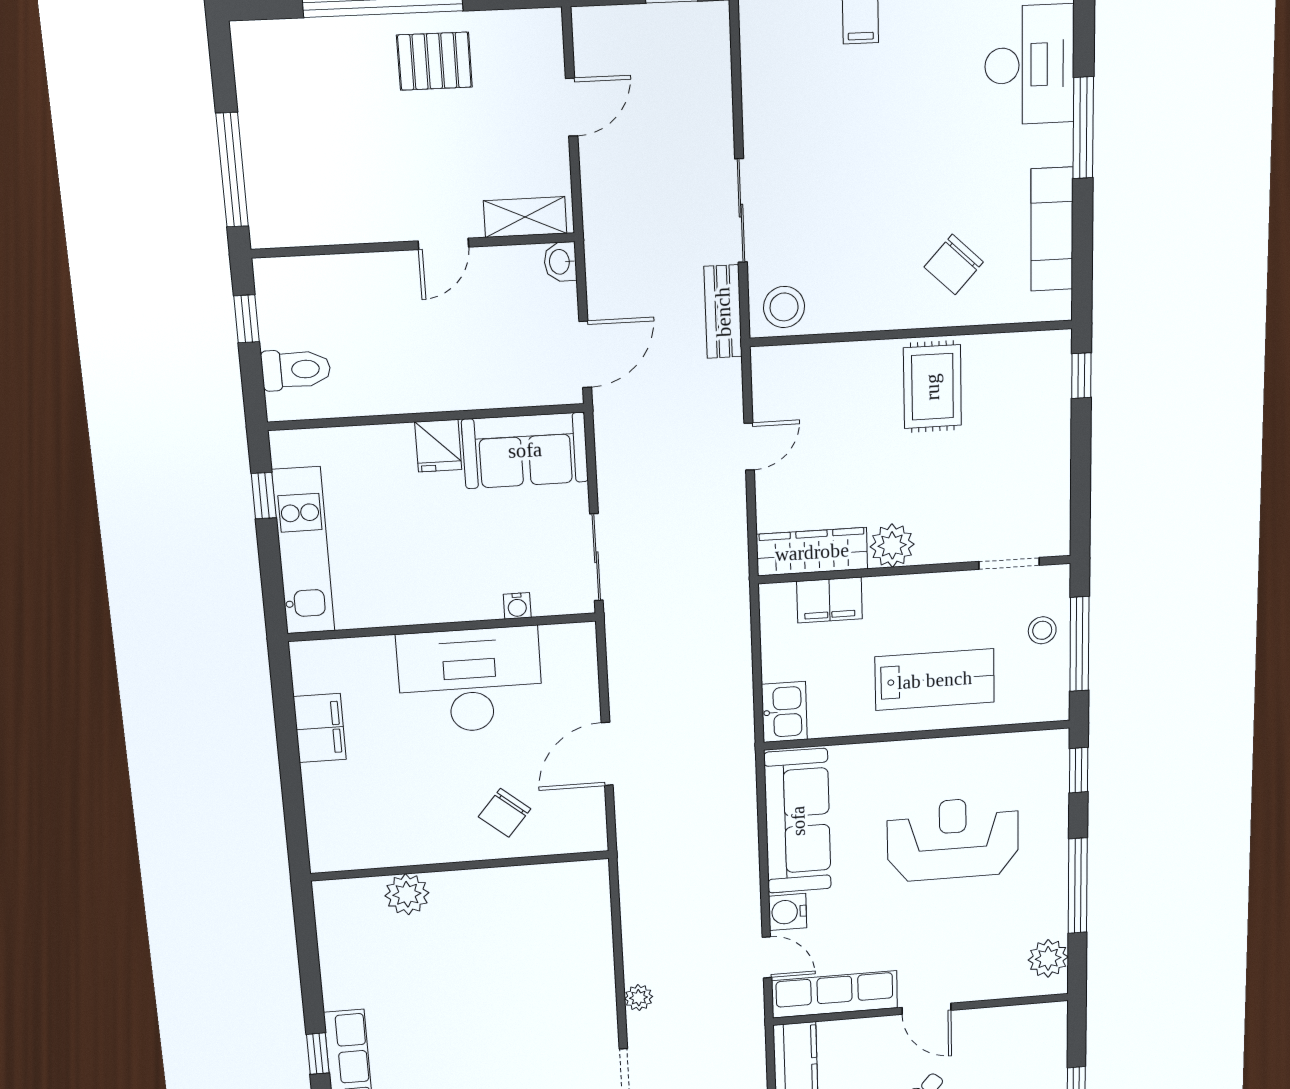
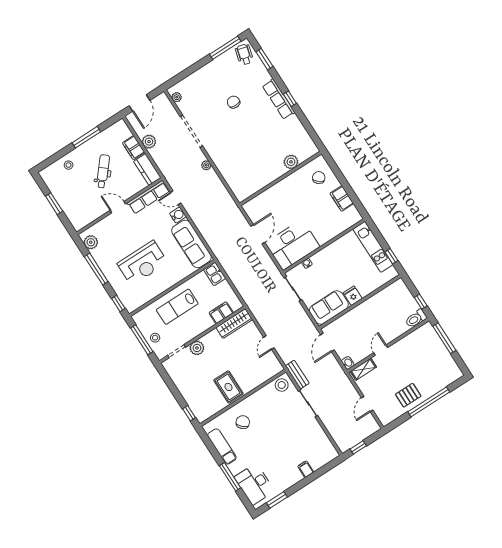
toilet: (296, 370) -> (416, 319), moved
plant: (892, 545) -> (197, 348), moved
desk: (470, 680) -> (293, 245), moved
chair: (505, 813) -> (319, 178), moved

